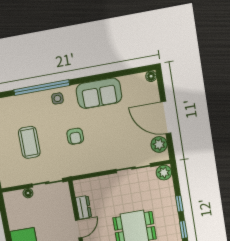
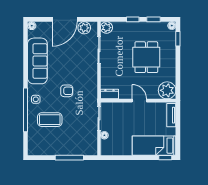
sofa: (99, 93) -> (37, 61), width x1.36
coffee table: (29, 142) -> (50, 120), moved
dresser: (84, 207) -> (109, 94), moved

